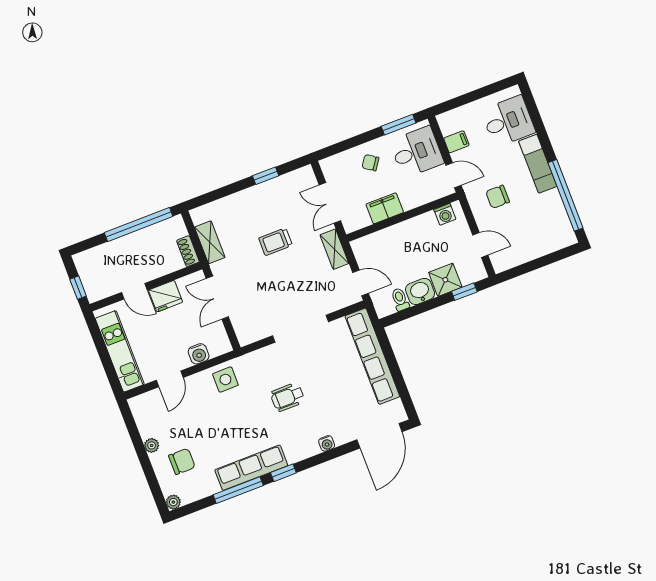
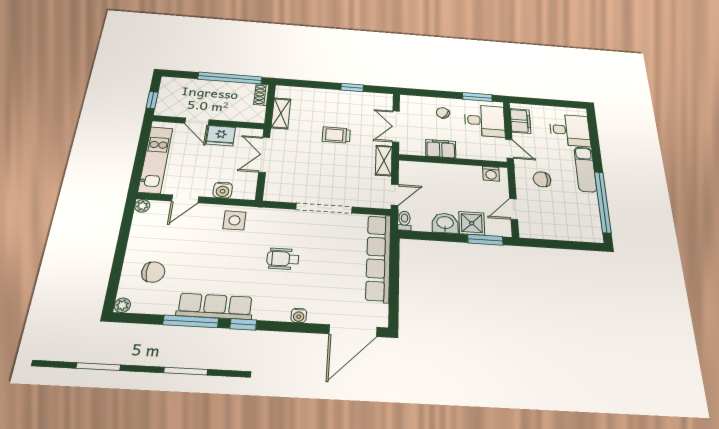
filing cabinet: (456, 142) -> (520, 121), width x2.00
door: (480, 245) -> (514, 209), swing flipped
shoe rack: (188, 251) -> (261, 94), moved
door: (360, 283) -> (395, 195), hinge flipped
window: (464, 292) -> (485, 240), width x1.50
toilet: (400, 299) -> (404, 221), moved
plant: (152, 445) -> (142, 206), moved

